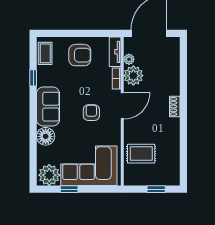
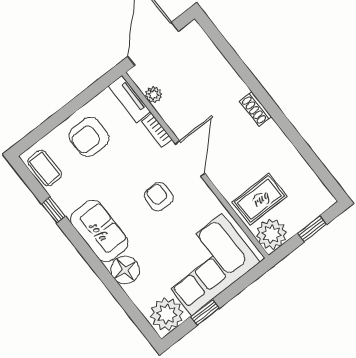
armchair: (80, 55) -> (89, 137), turned 180
plant: (133, 76) -> (271, 234), moved

